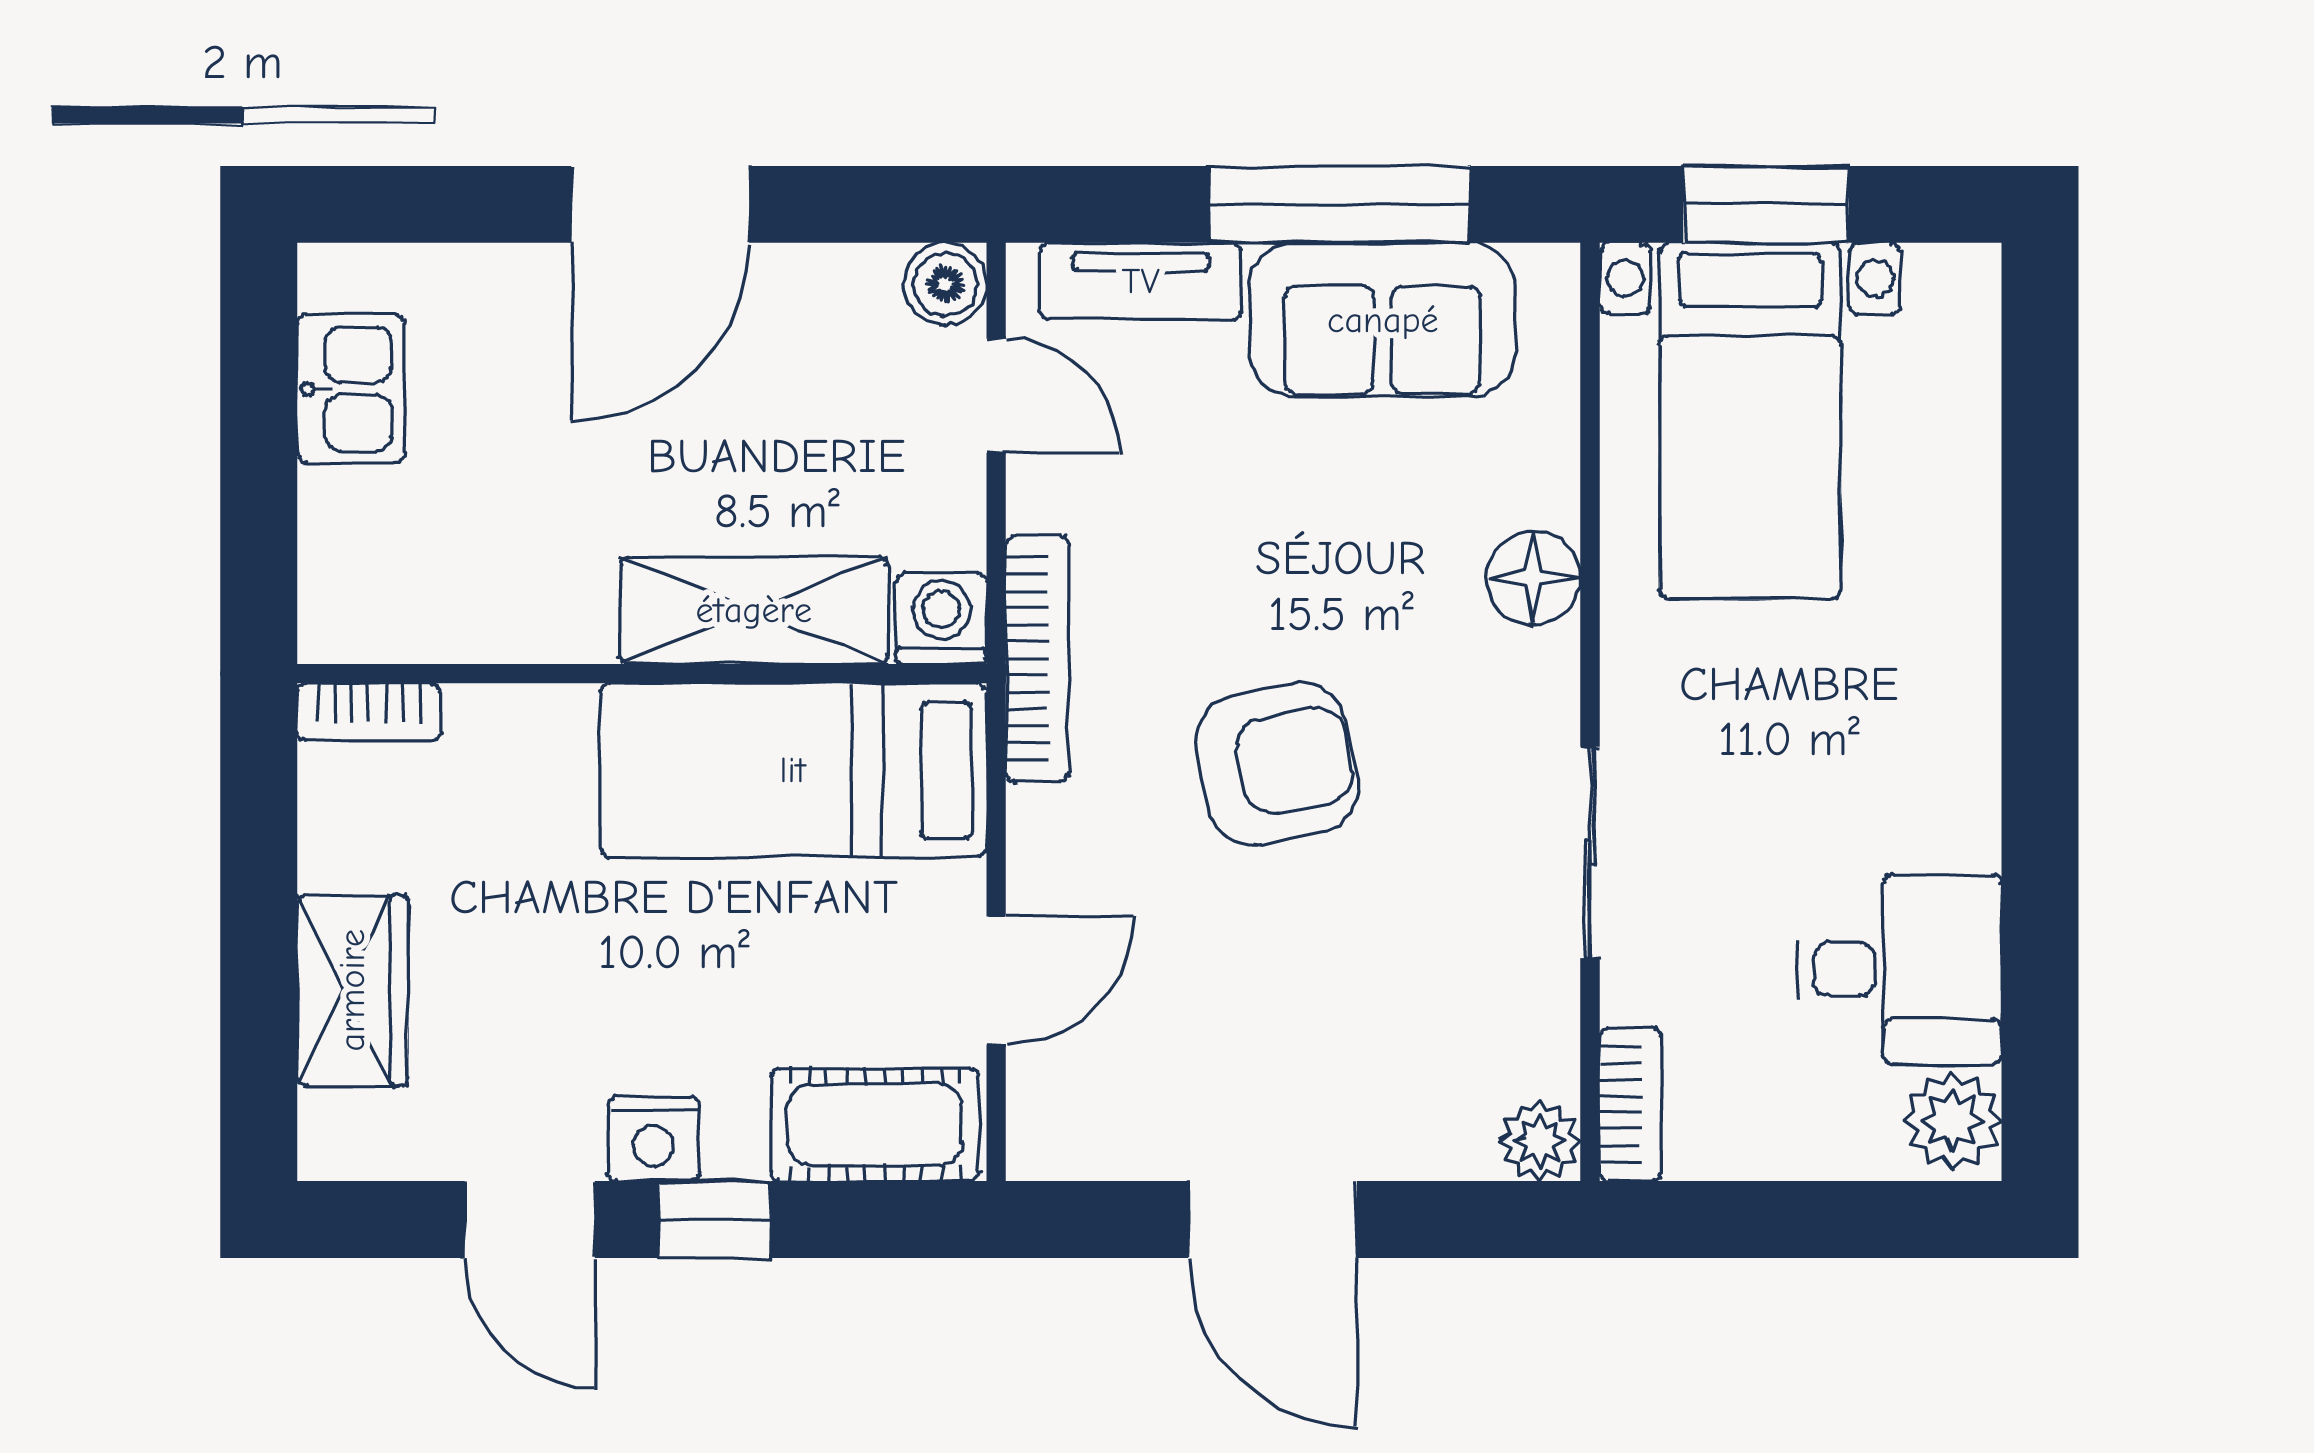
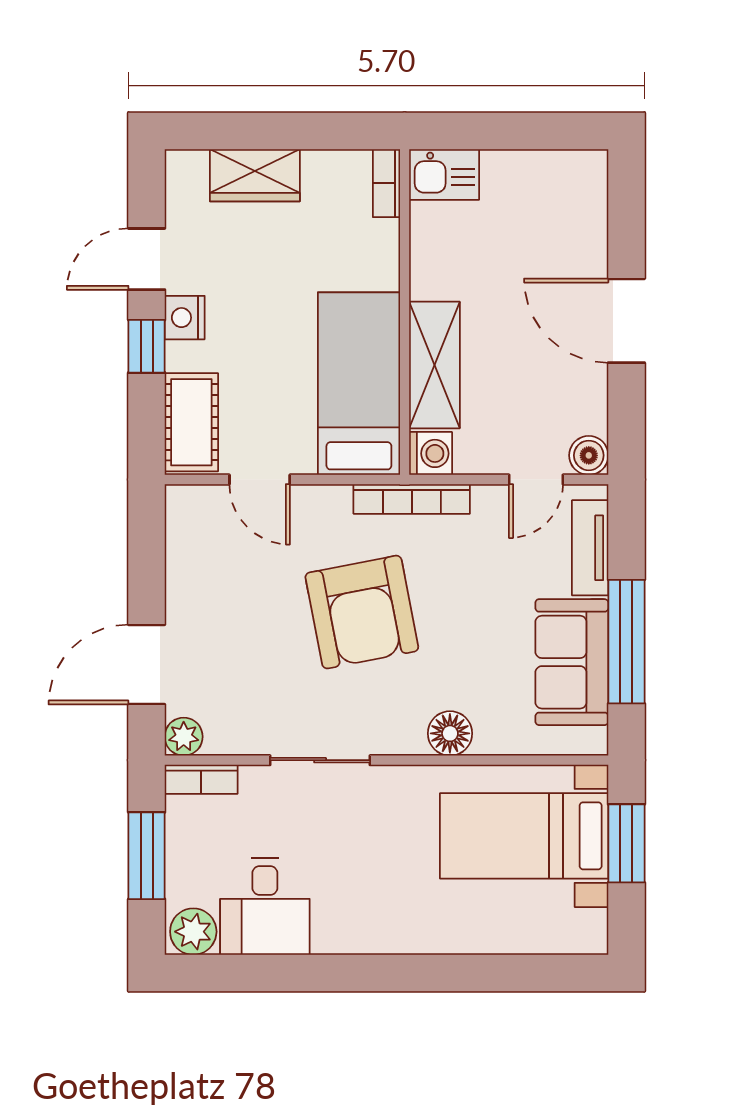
kitchen sink: (351, 389) -> (444, 174), moved
armchair: (1277, 764) -> (362, 612), width x1.36, depth x1.36
door: (1273, 1220) -> (147, 665), moved
window: (1792, 1220) -> (147, 856), added

